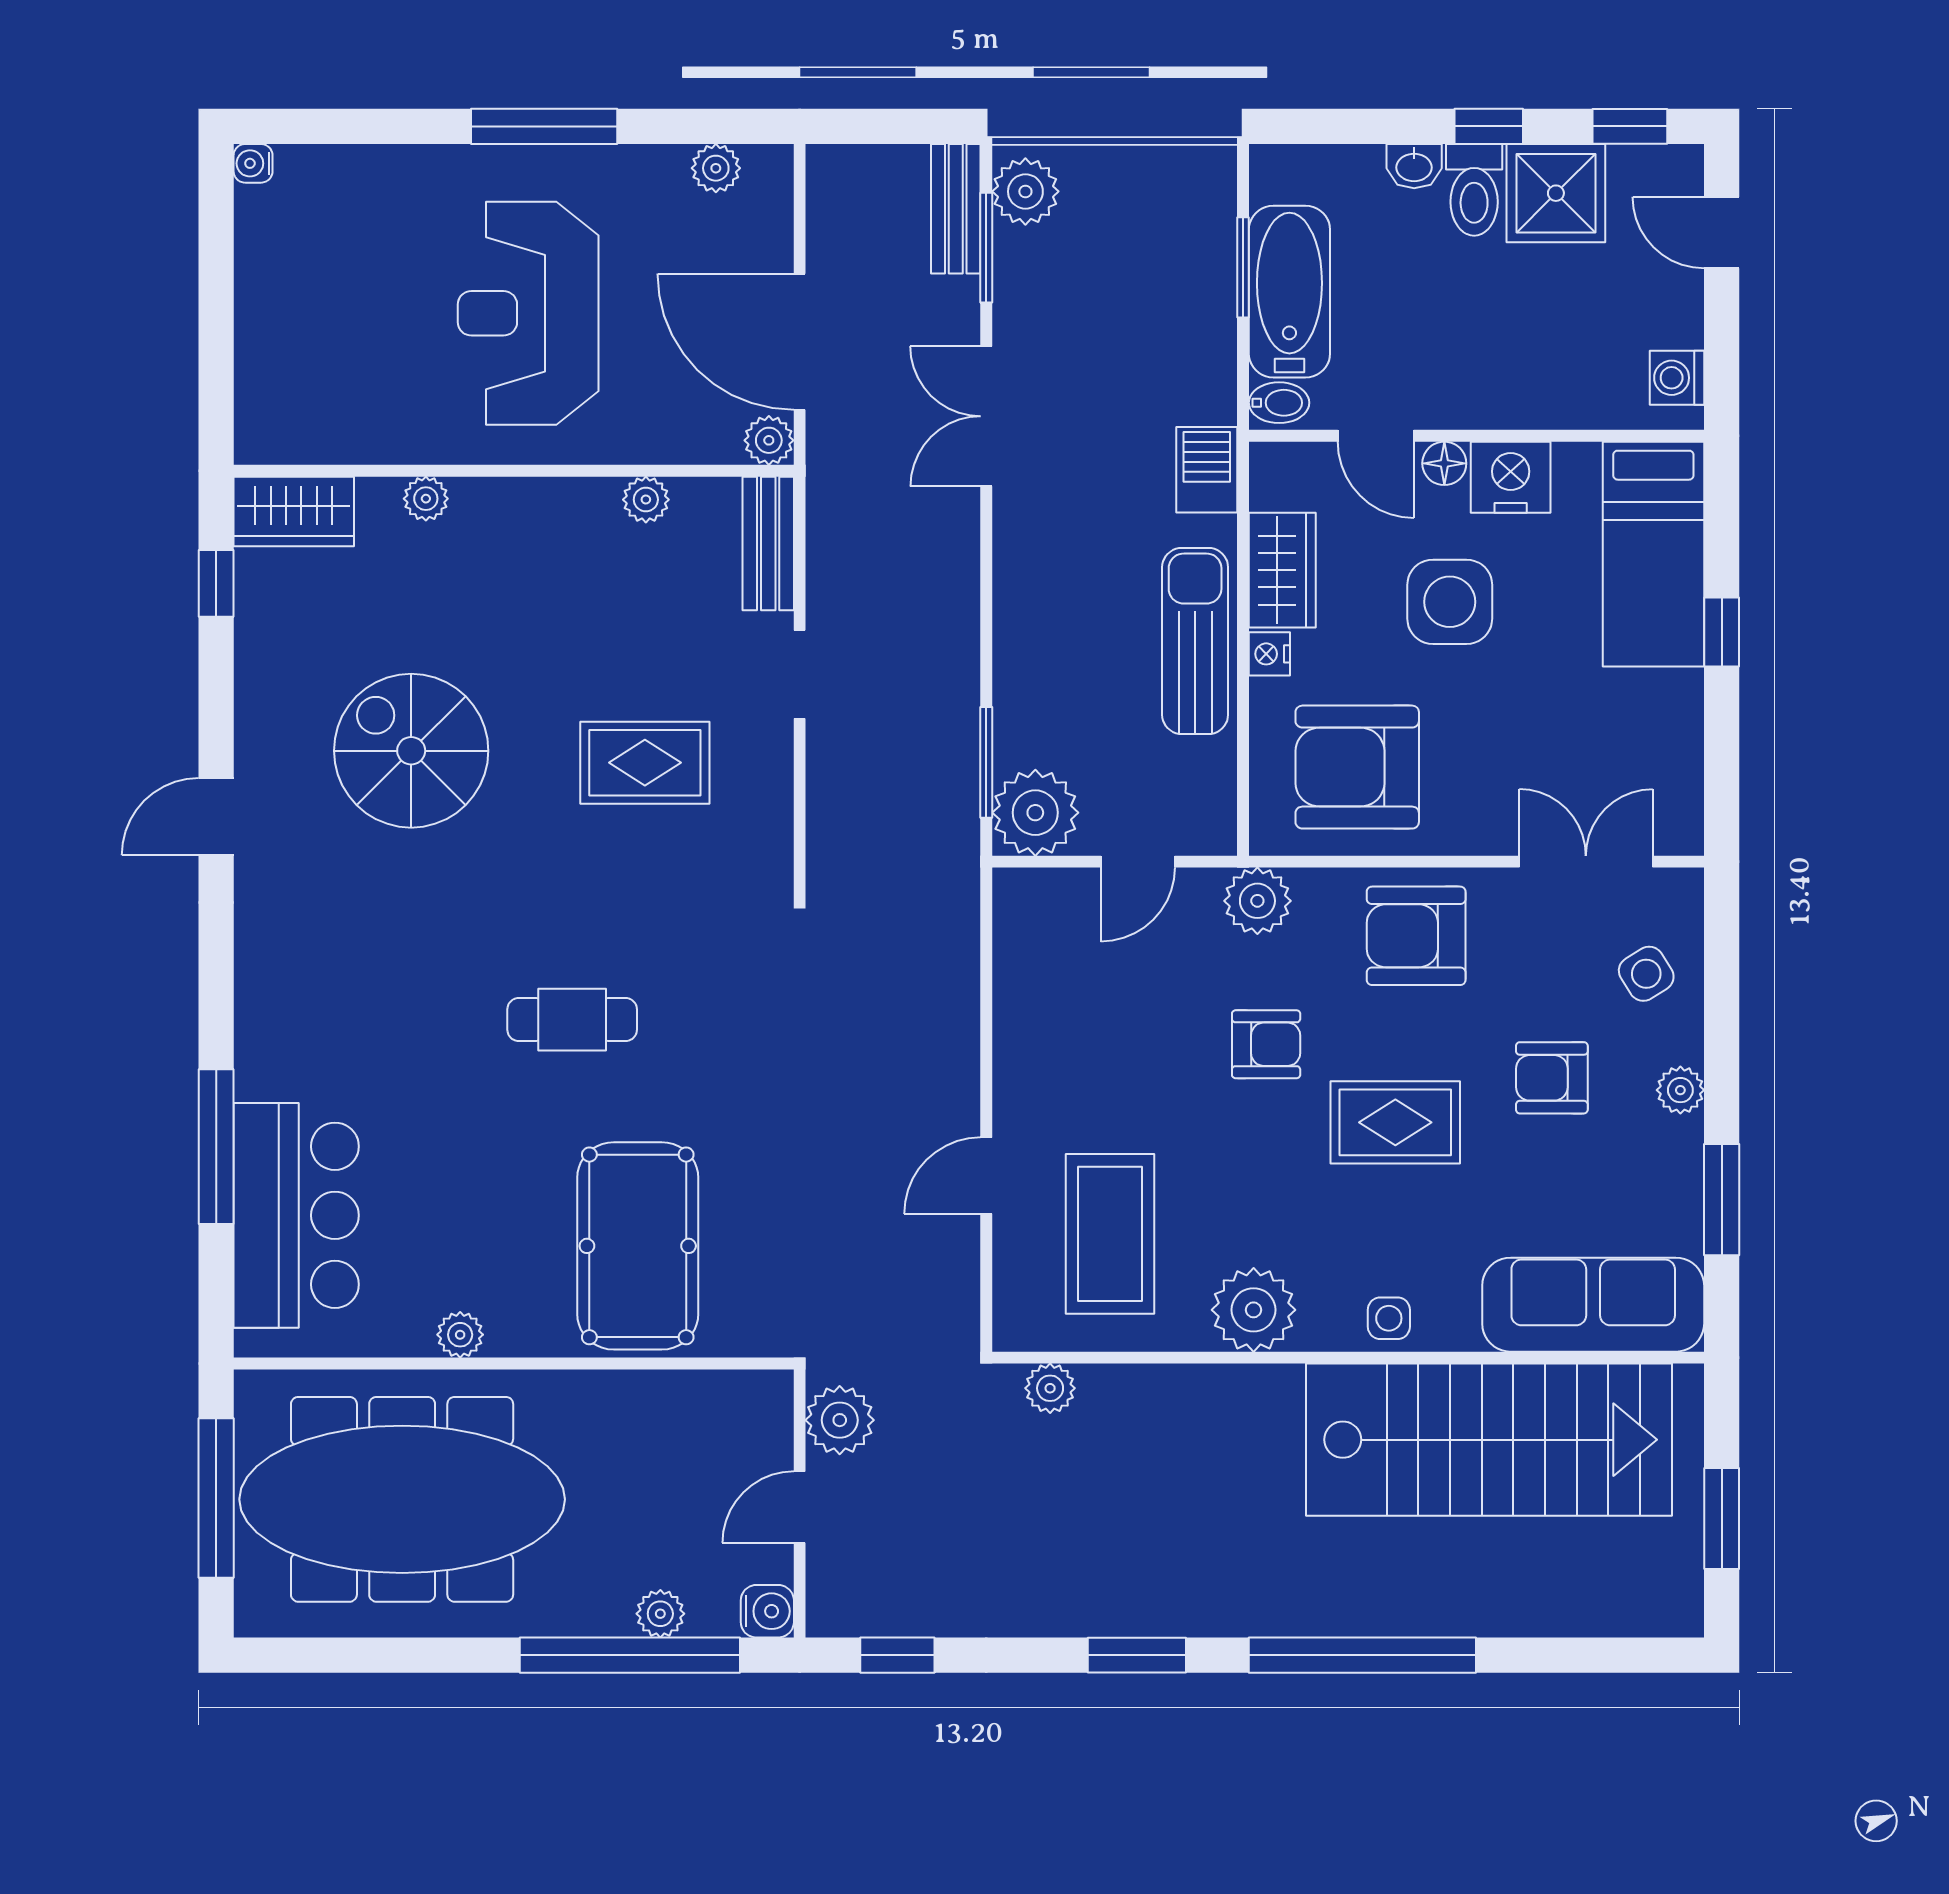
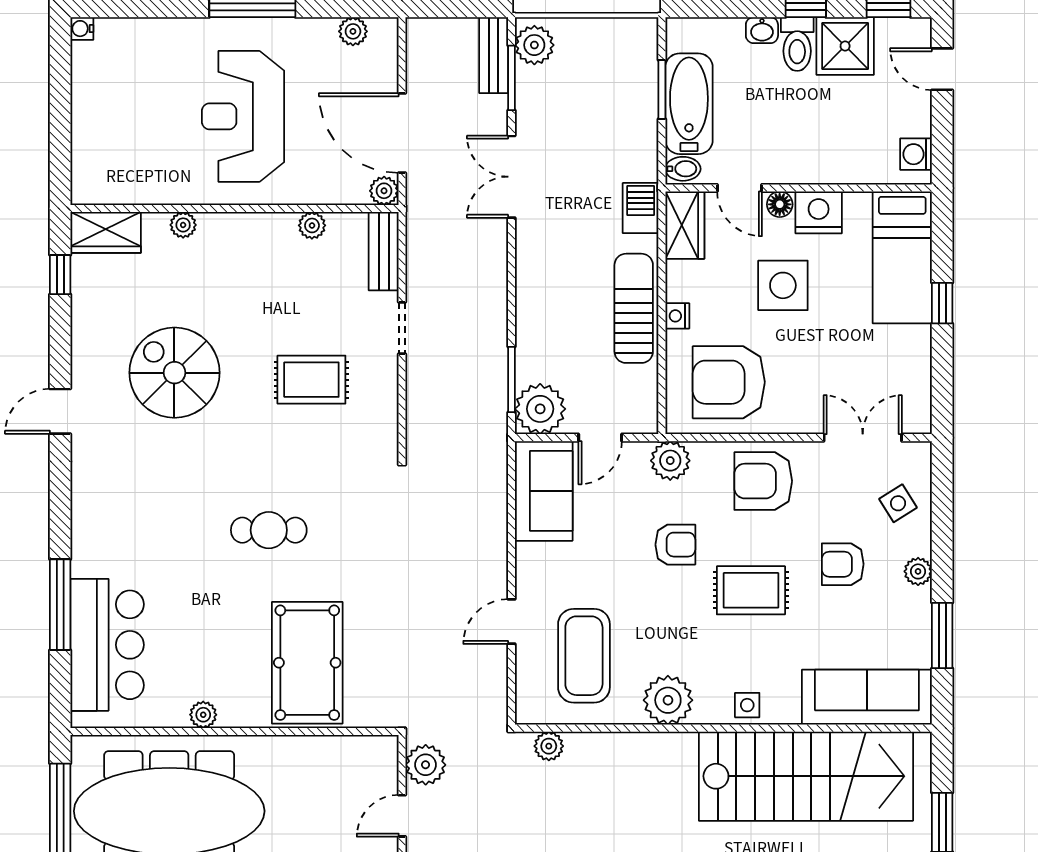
wardrobe: (1282, 570) -> (685, 225), moved
sofa: (1041, 953) -> (544, 491), added

